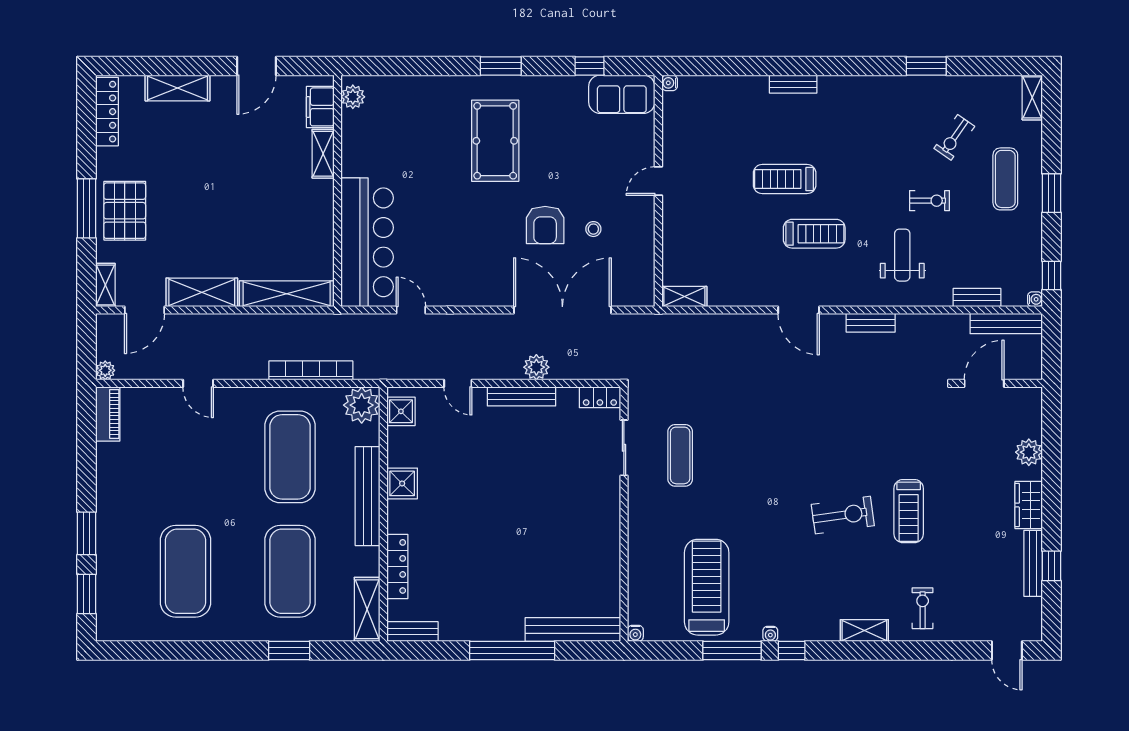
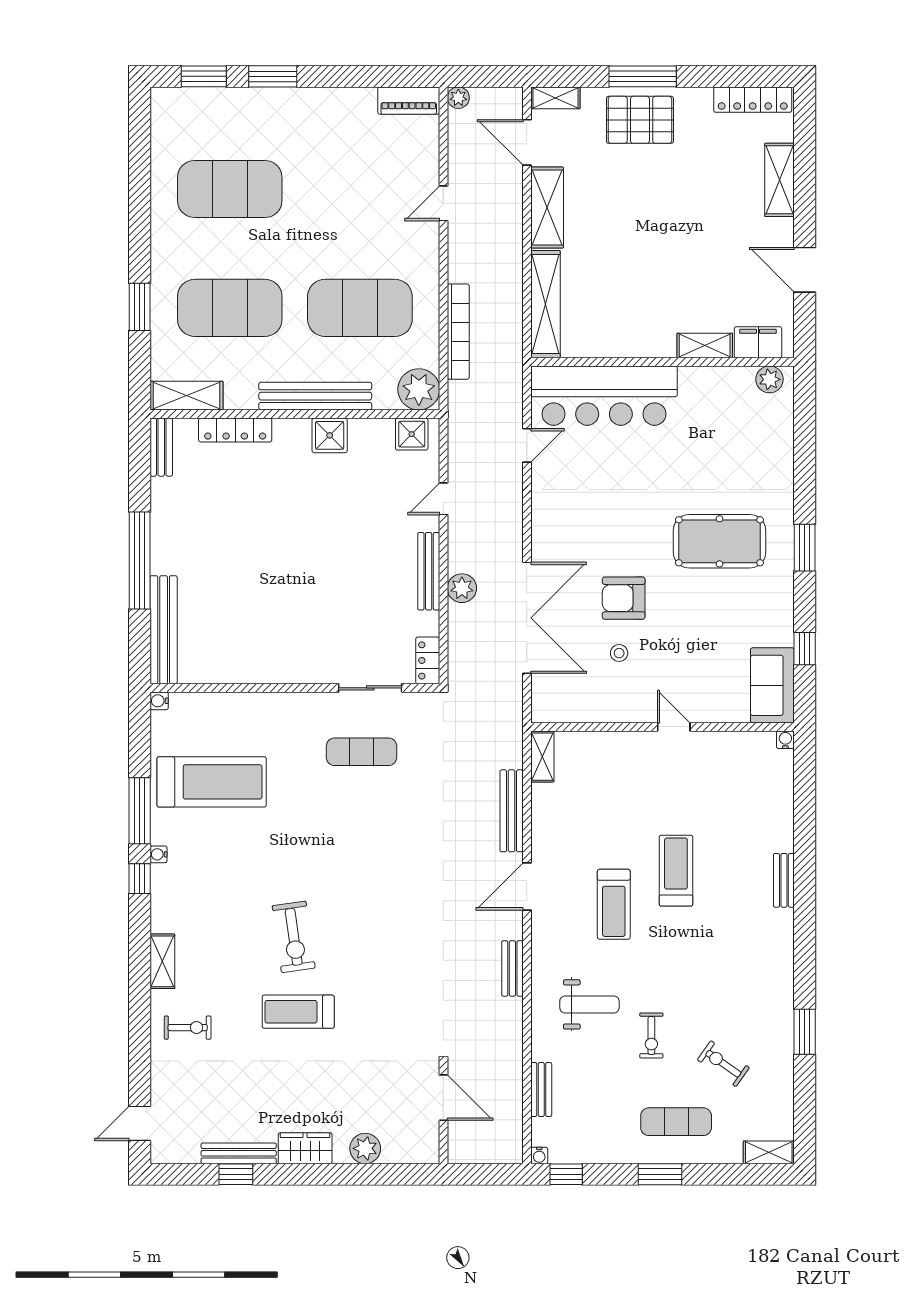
bench: (1006, 324) -> (512, 811), moved

